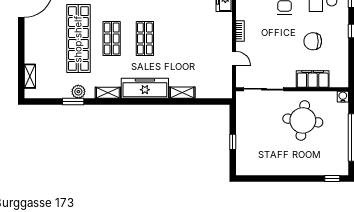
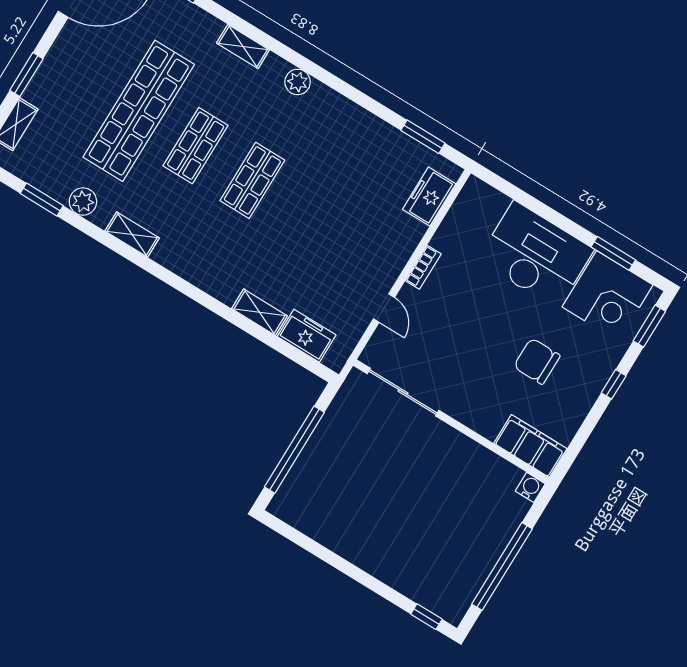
window: (21, 52) -> (26, 75), added
filing cabinet: (313, 79) -> (530, 446), moved
freezer: (145, 88) -> (307, 336), moved, width x0.52, depth x0.79
window: (73, 101) -> (42, 199), moved
round table: (303, 120) -> (437, 486), removed
window: (233, 142) -> (294, 450), width x3.17

